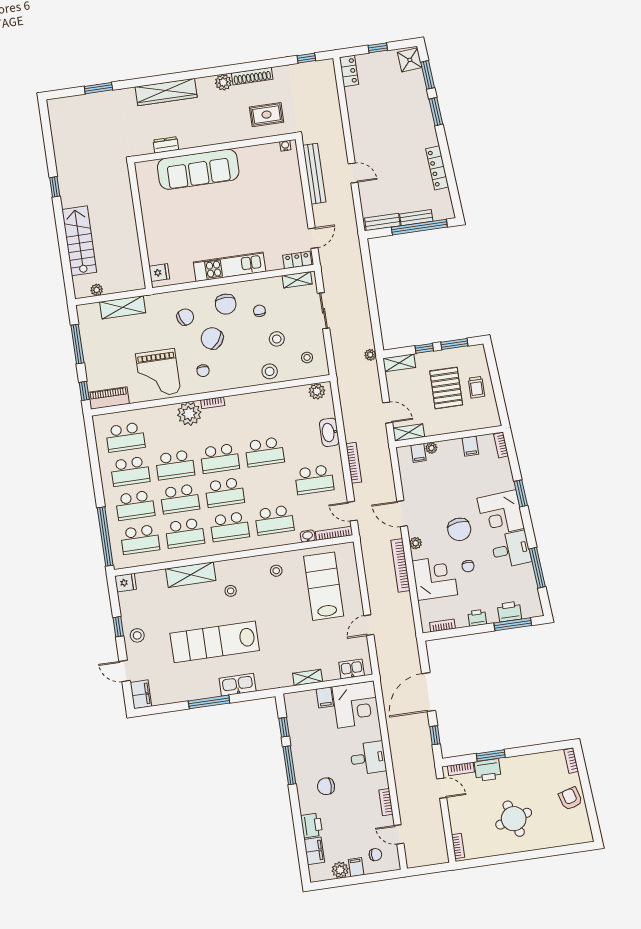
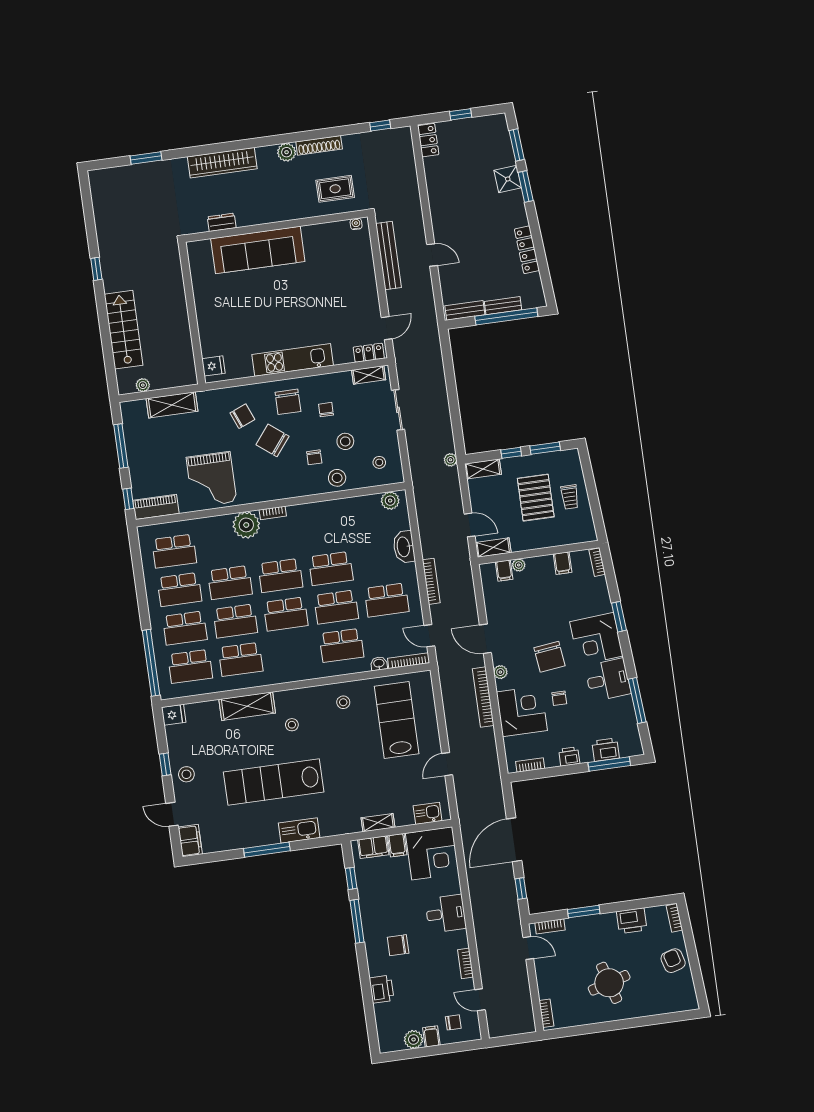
shower: (410, 60) -> (508, 179), moved
chair: (203, 371) -> (314, 457), moved
school desk: (230, 527) -> (336, 607), moved
printer: (488, 770) -> (632, 921), moved
filing cabinet: (314, 851) -> (373, 847), moved, turned 90

